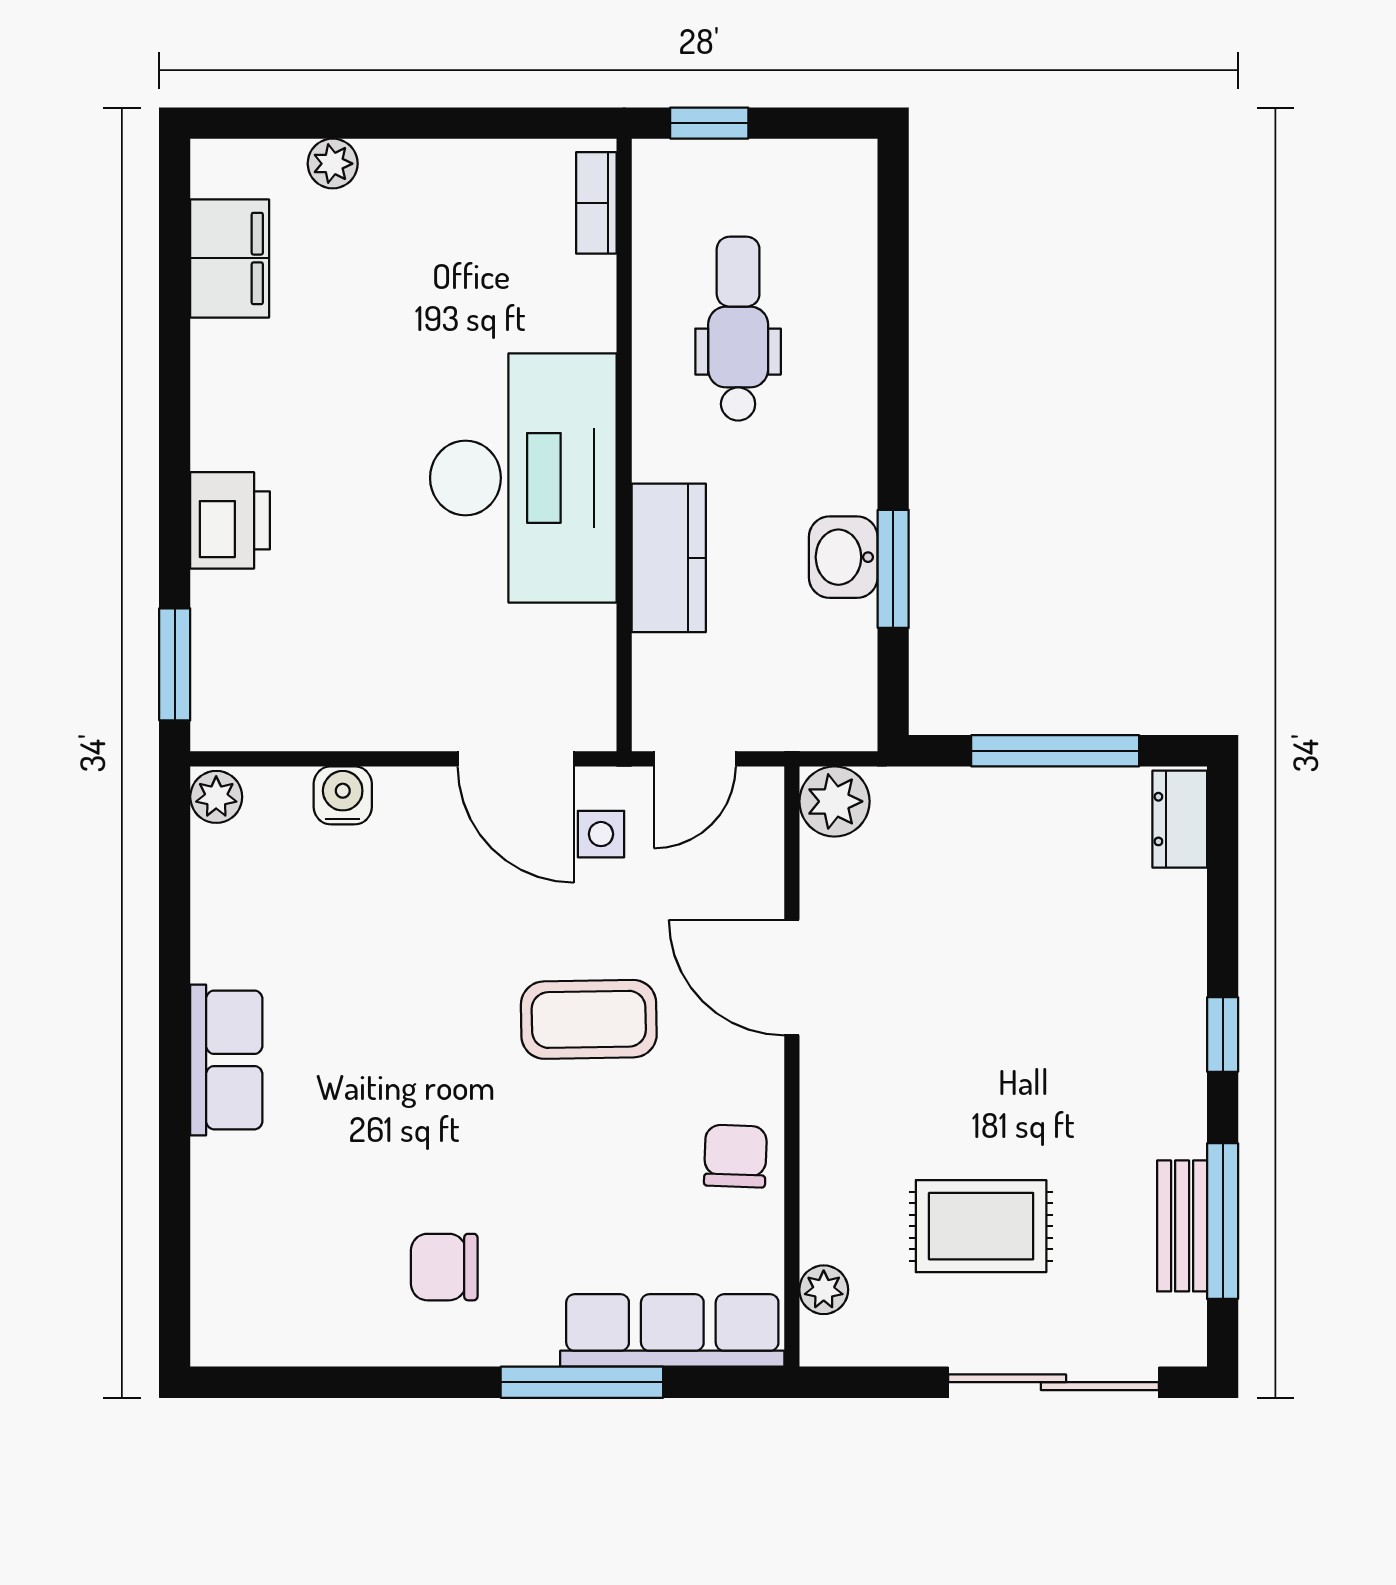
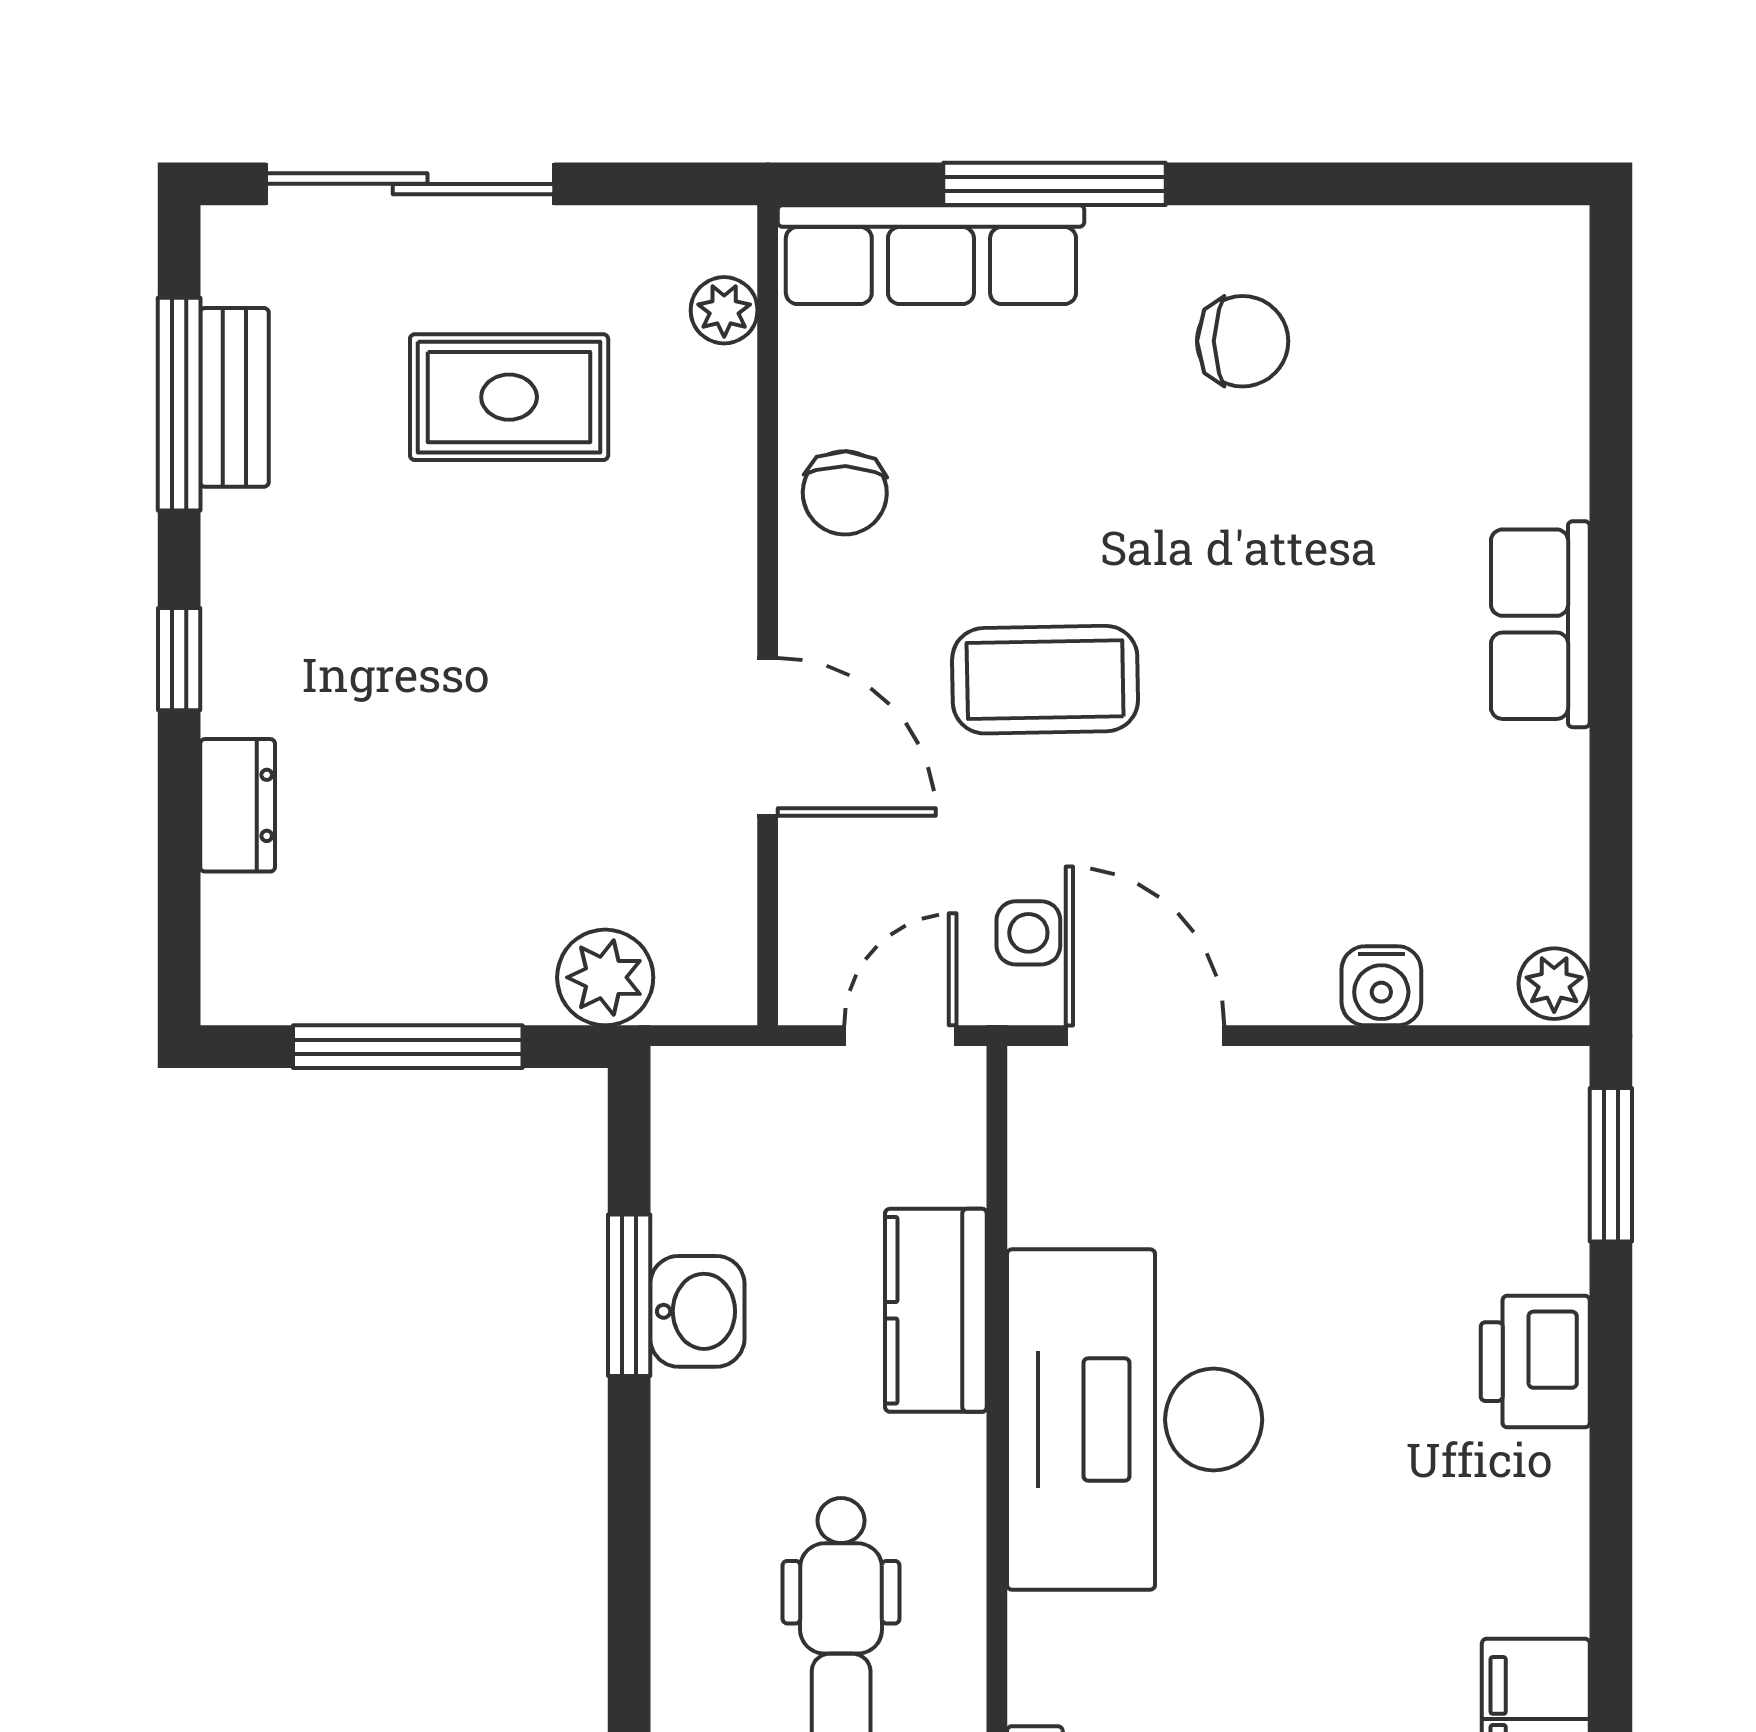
plant: (834, 801) -> (605, 977), moved
dresser: (1180, 819) -> (238, 805), moved

